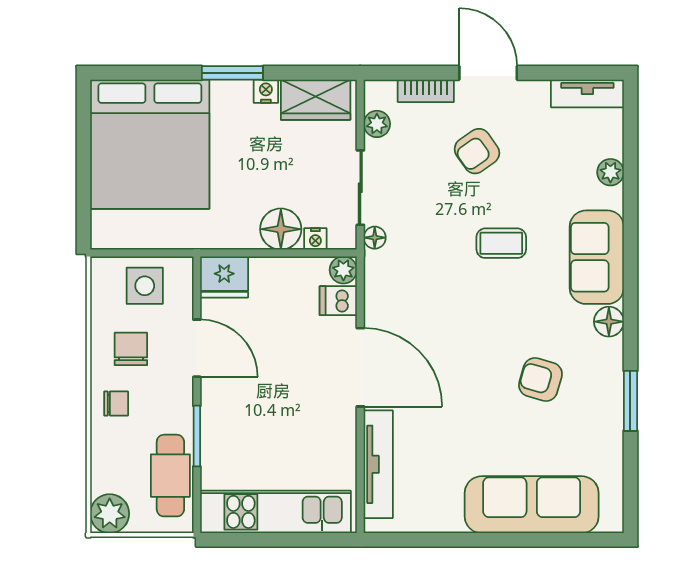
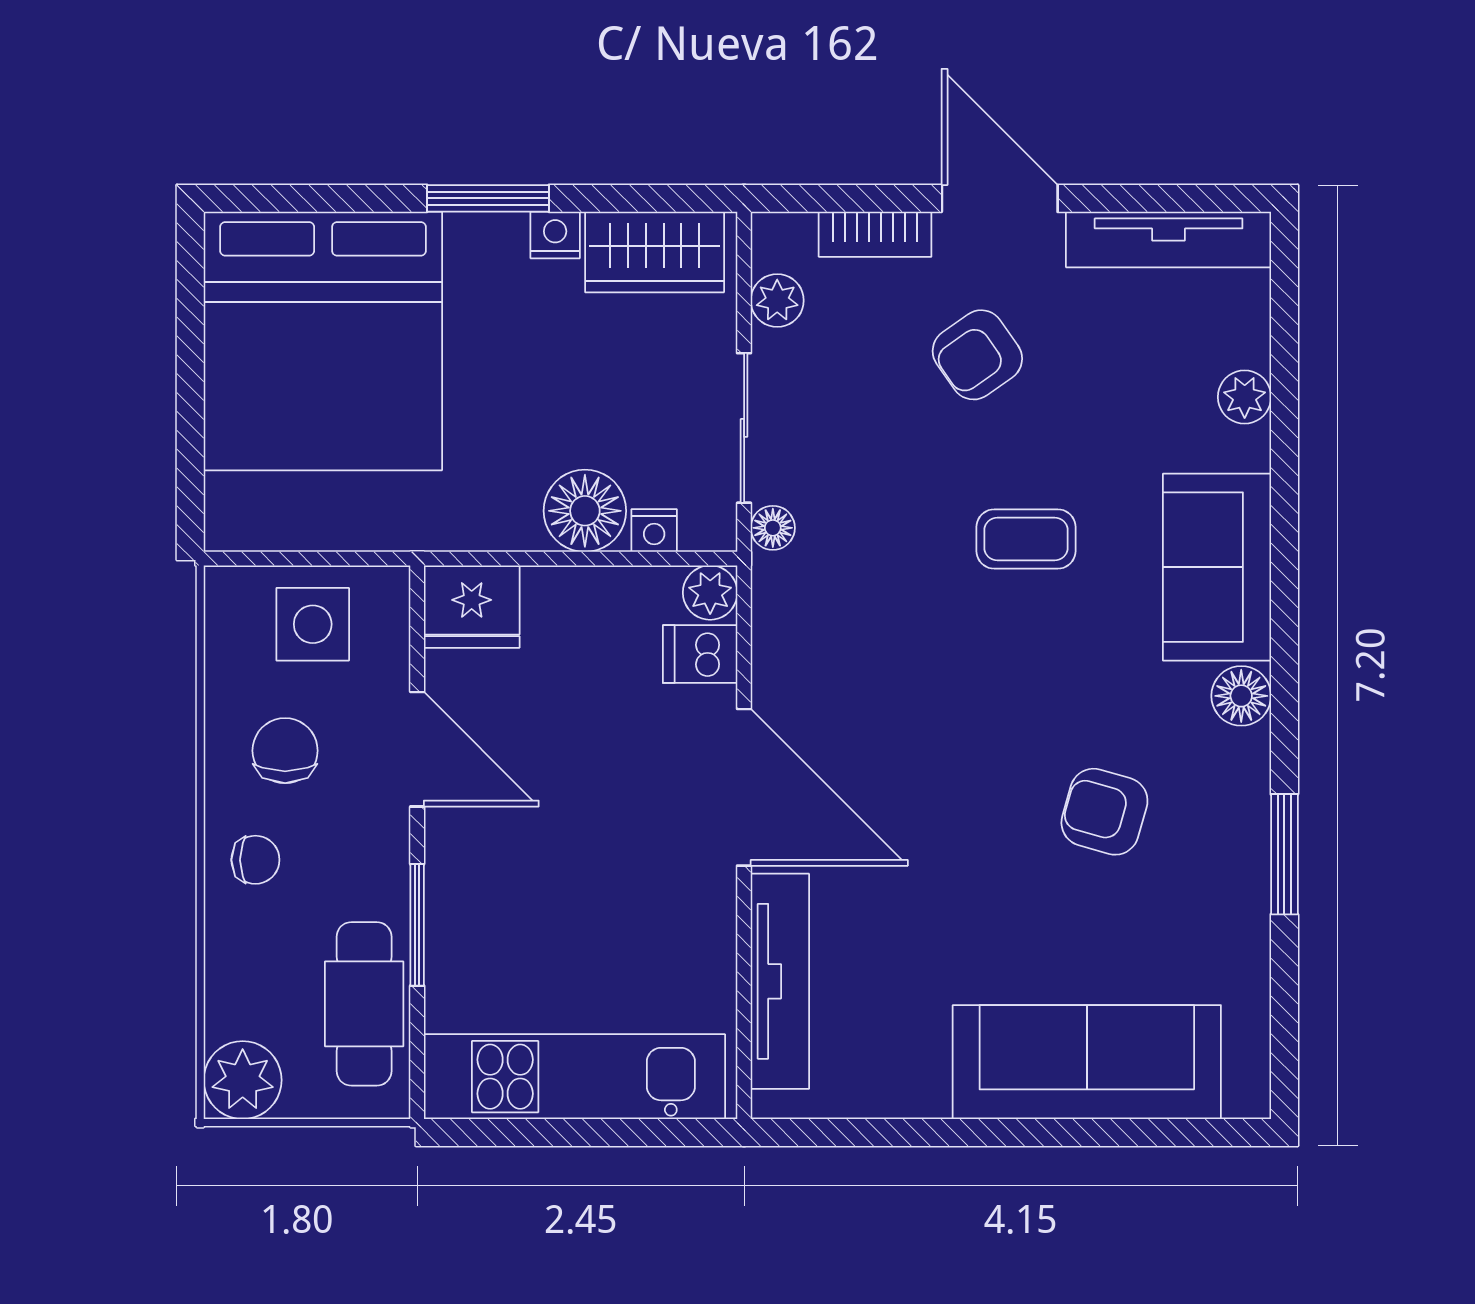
tv unit: (587, 93) -> (1169, 240), width x1.41

